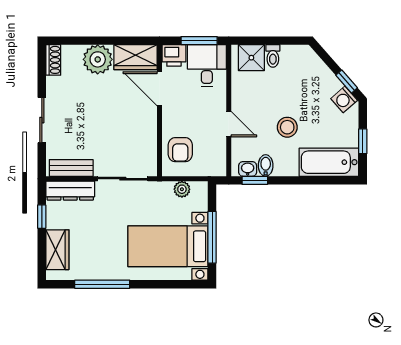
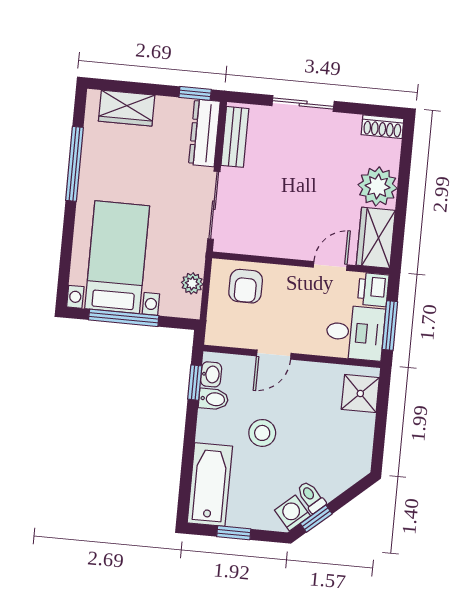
toilet: (273, 56) -> (311, 497), moved, turned 49
door: (160, 89) -> (330, 266), width x0.73
armchair: (180, 150) -> (246, 286), turned -90
window: (42, 217) -> (195, 93), moved

